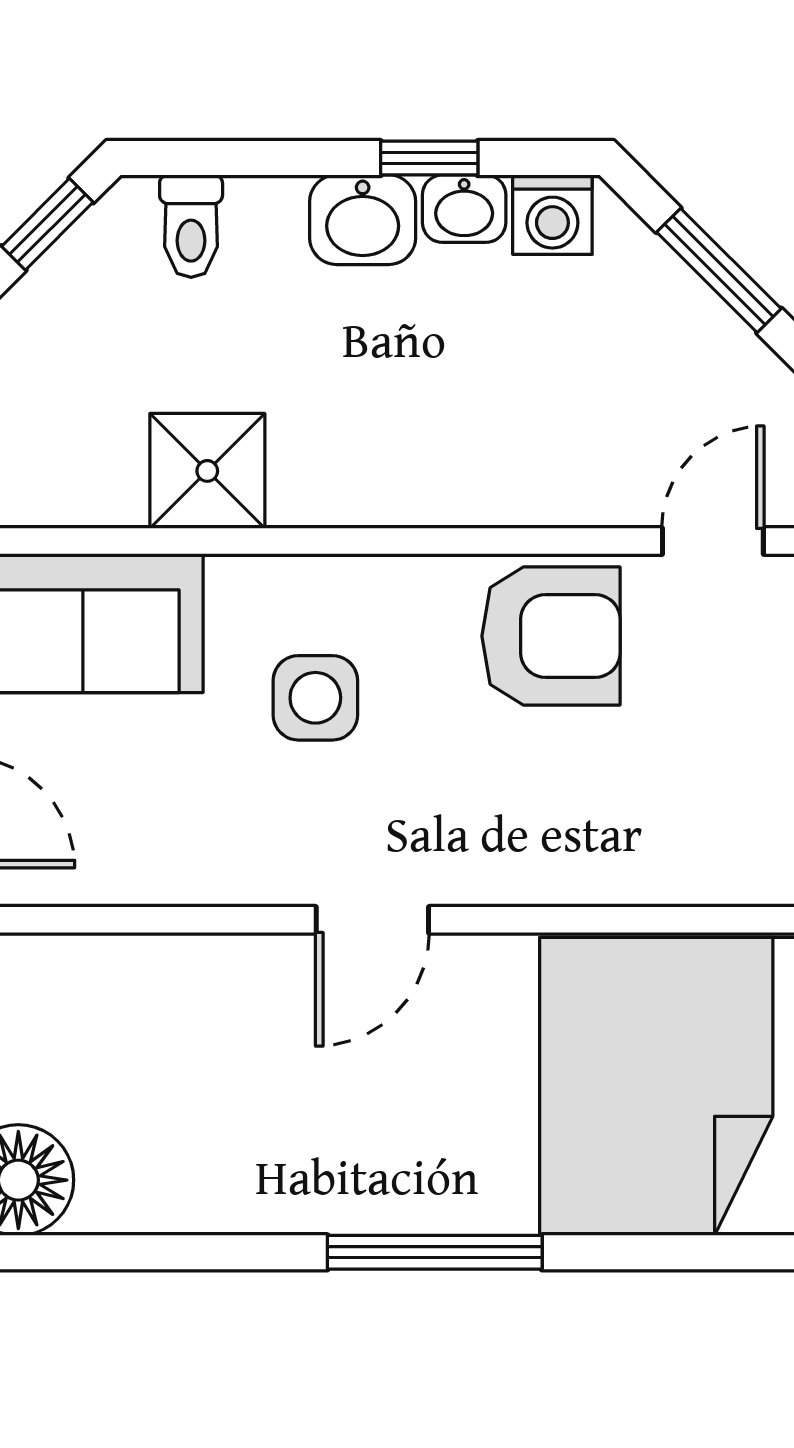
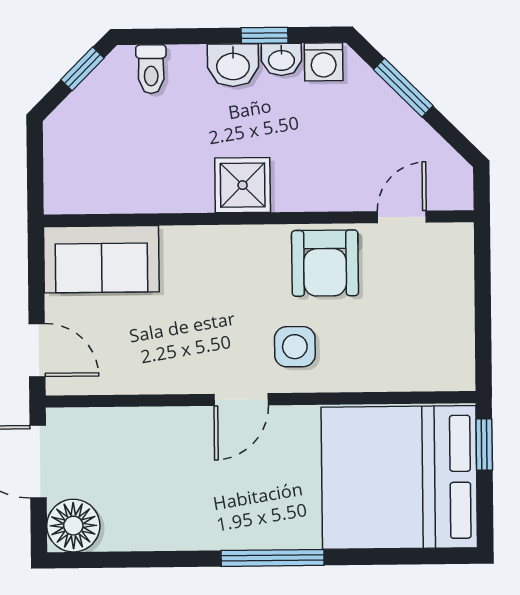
shower: (207, 471) -> (243, 185), moved
armchair: (551, 636) -> (325, 263), turned 90
side table: (315, 698) -> (295, 347), moved

